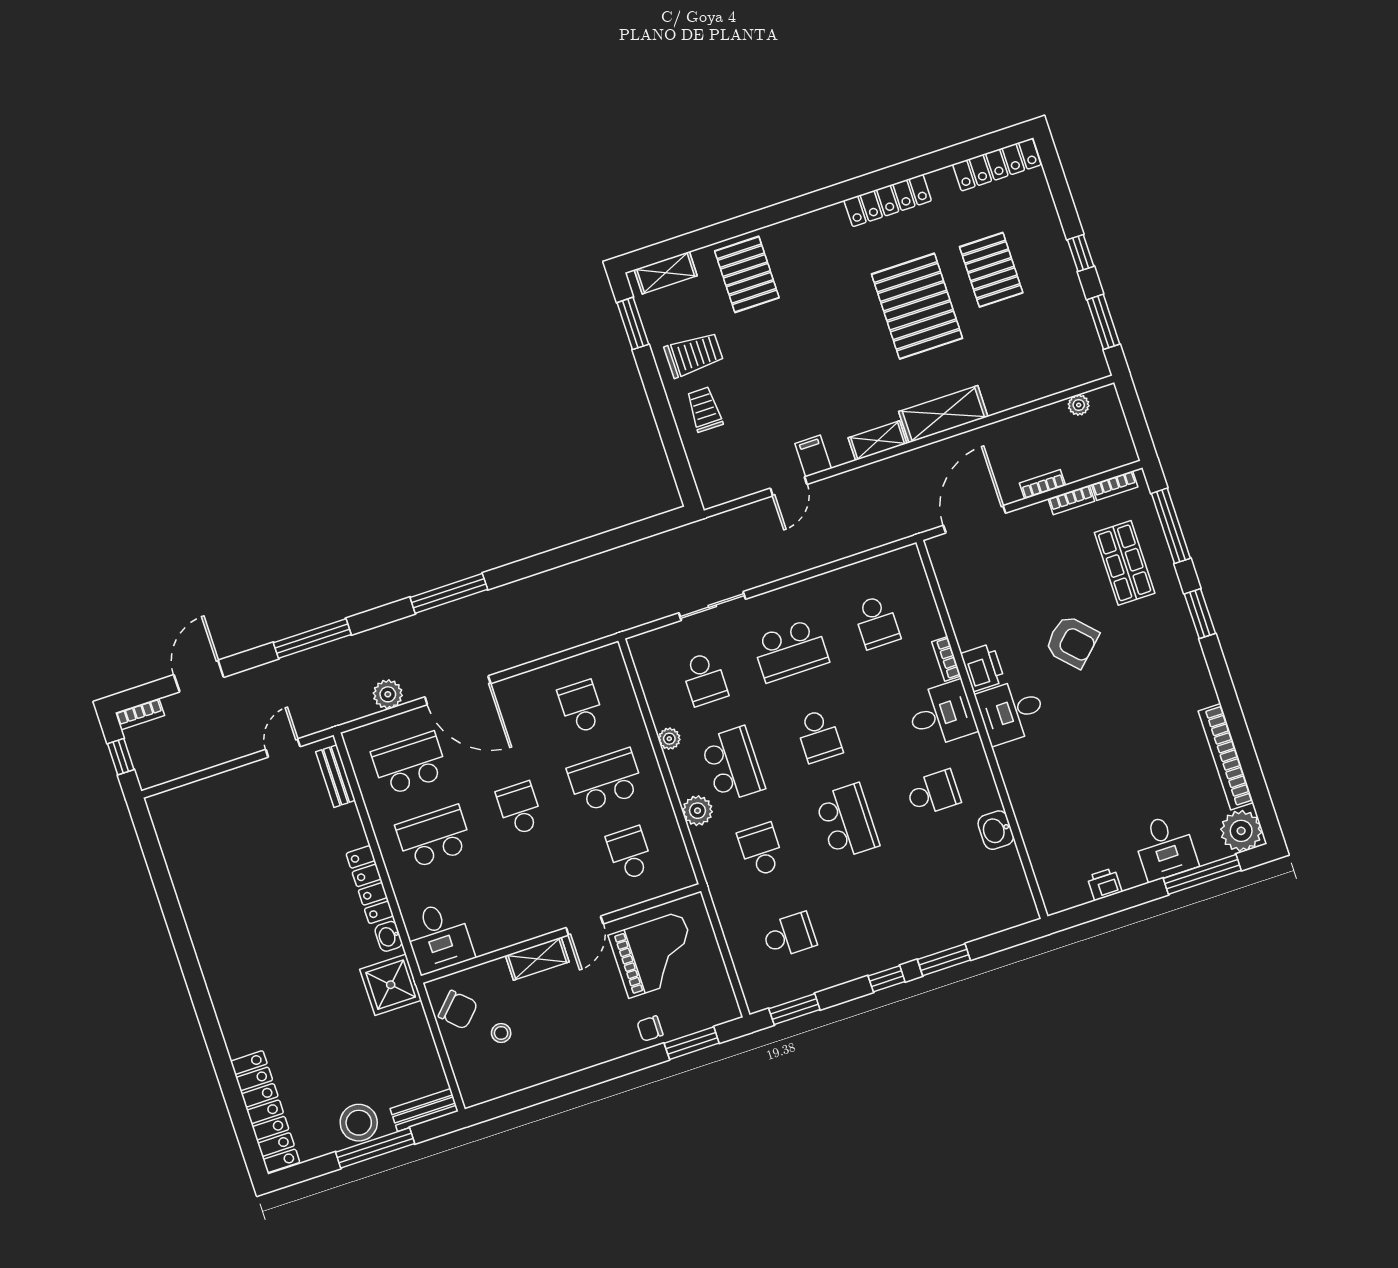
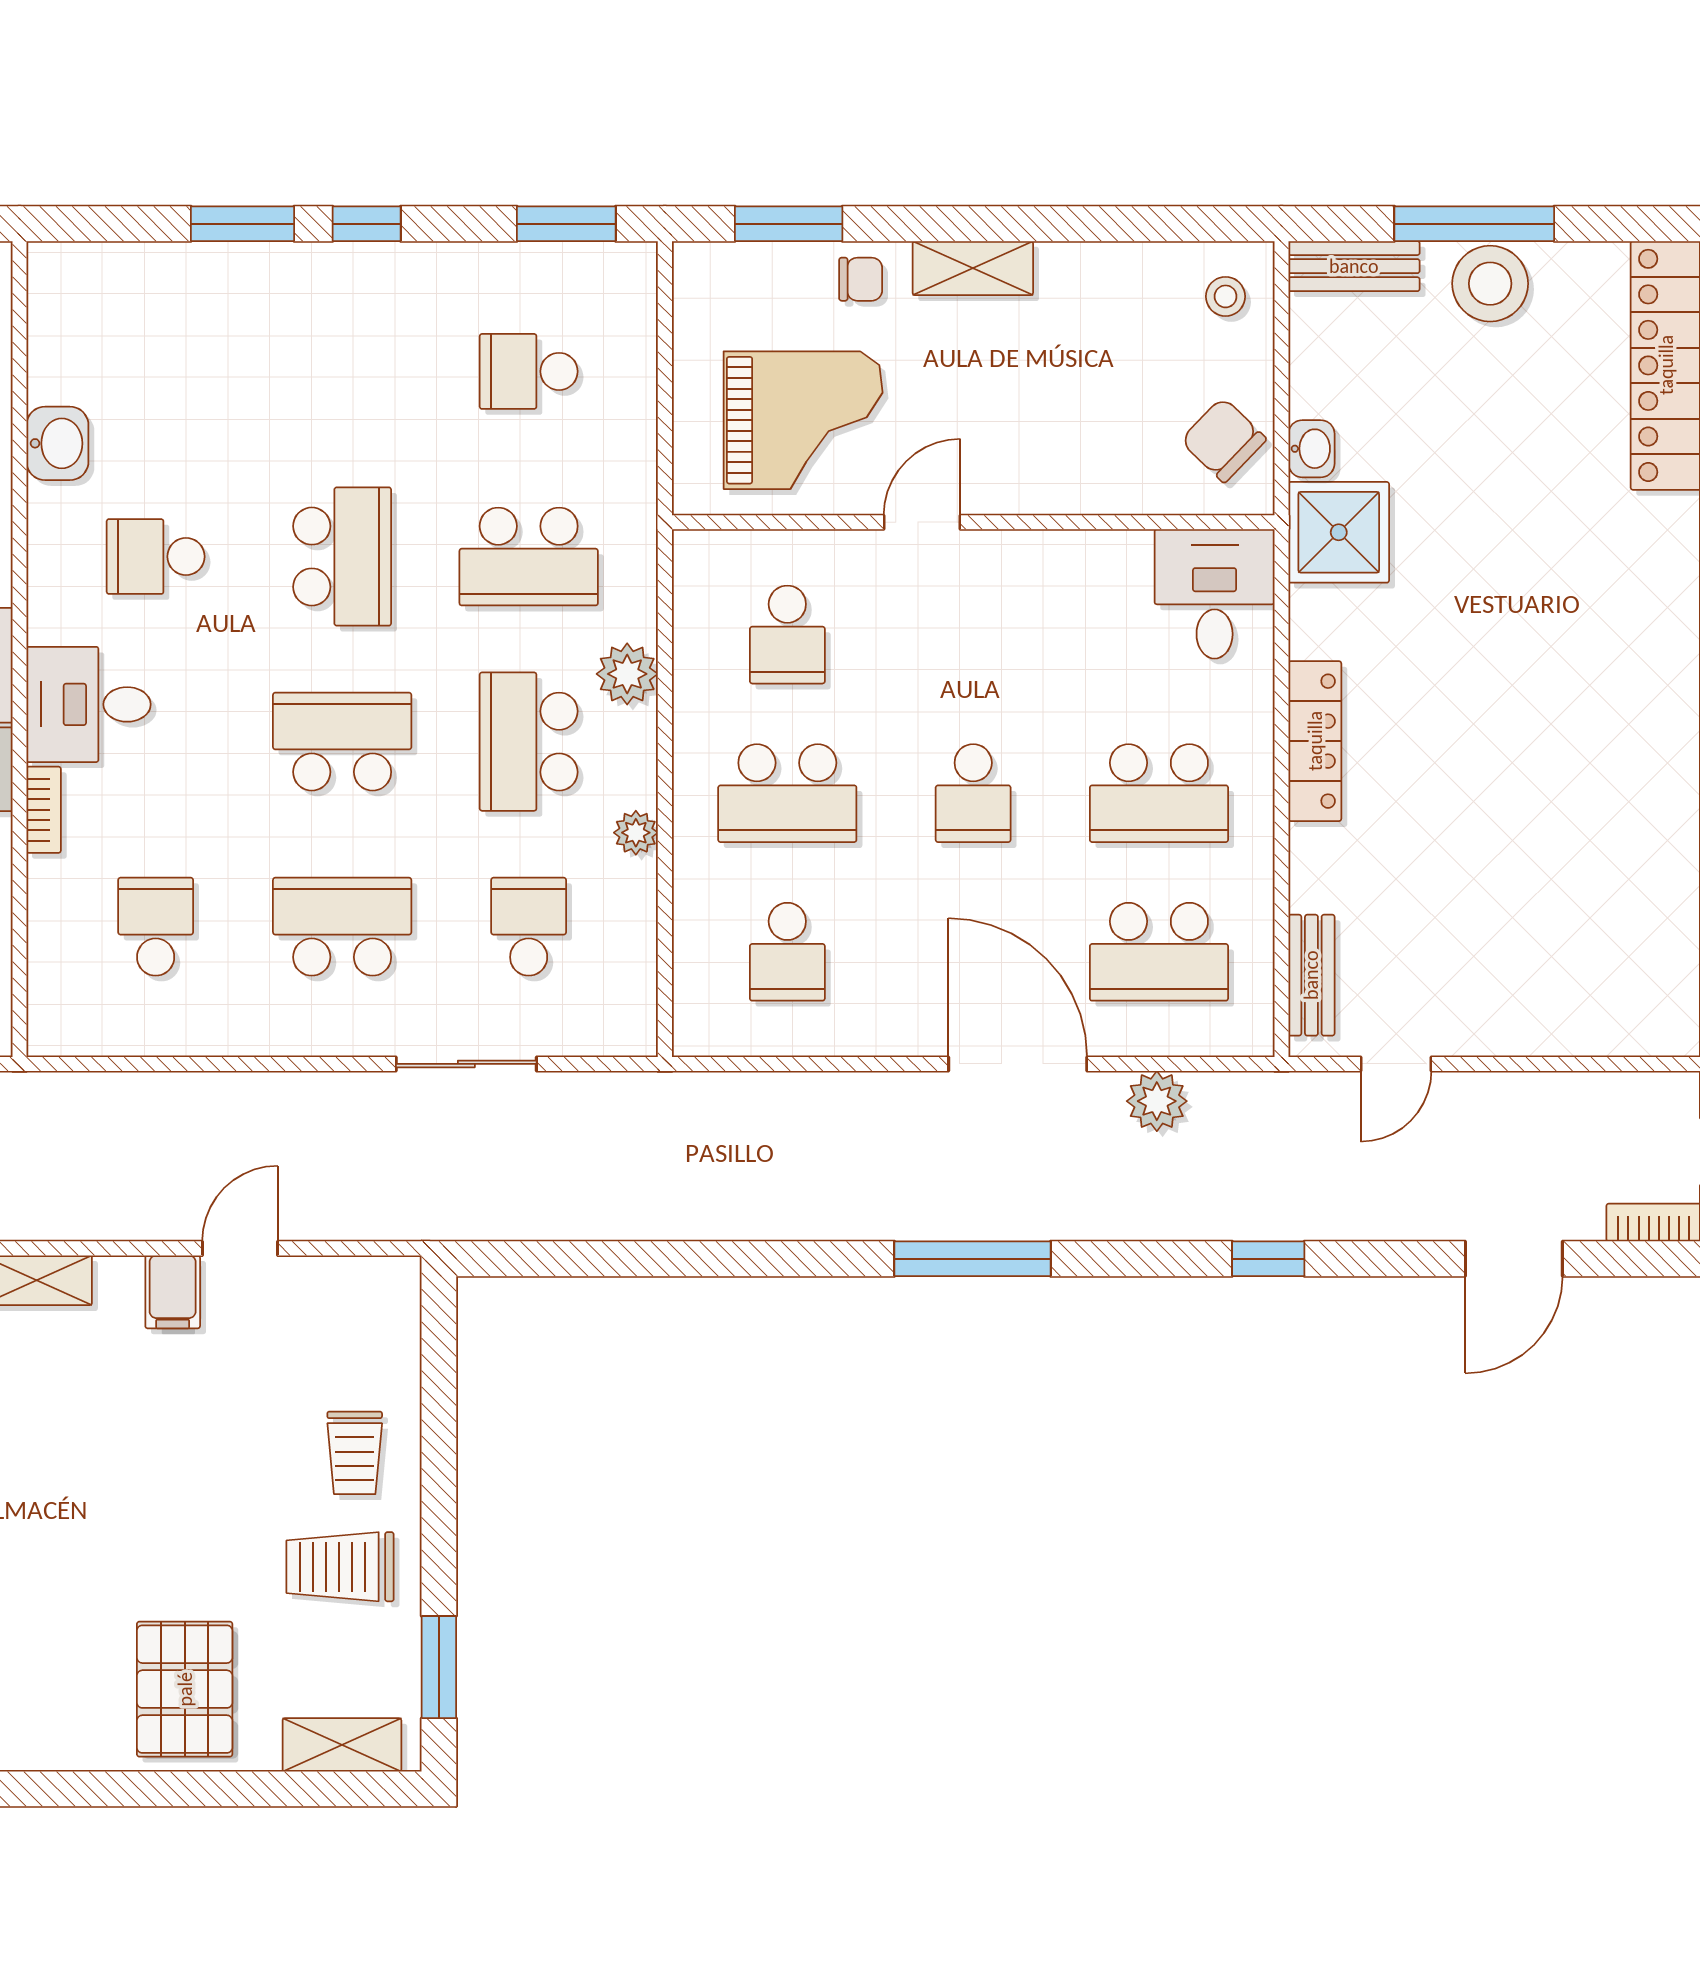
window: (312, 639) -> (1268, 1259), width x0.46
school desk: (819, 736) -> (342, 742), width x1.85
school desk: (847, 821) -> (342, 557), turned 180
school desk: (761, 850) -> (529, 557), width x1.85
washbasin: (389, 936) -> (1311, 449), moved
grand piano: (655, 955) -> (803, 420), turned 180
shelving: (537, 959) -> (973, 268), moved
stool: (501, 1033) -> (1226, 296), moved

